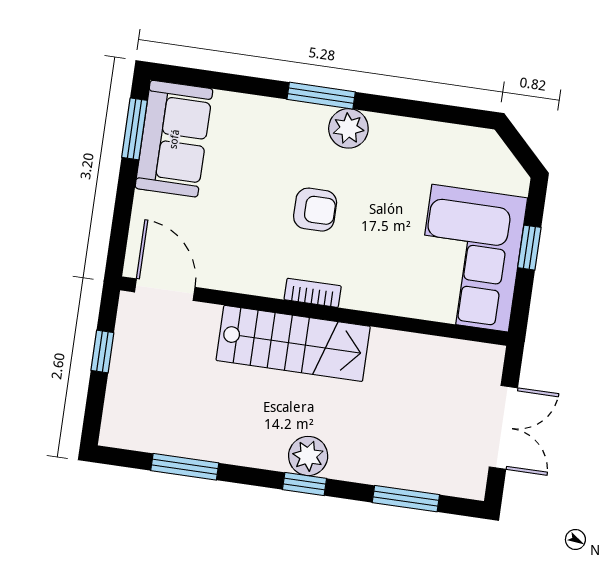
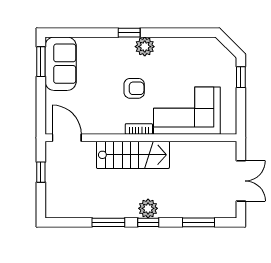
window: (321, 96) -> (129, 33), width x0.67
window: (529, 248) -> (241, 77), moved
corner sofa: (470, 258) -> (187, 111), moved, turned 90
window: (185, 467) -> (108, 222), moved

